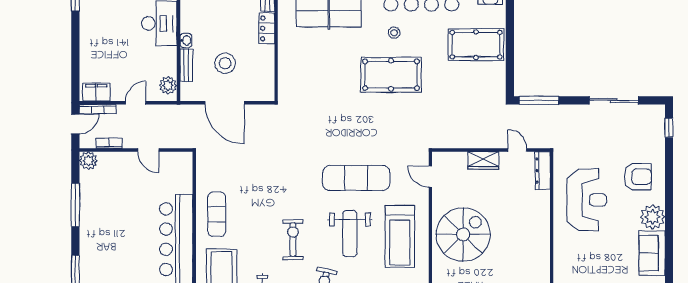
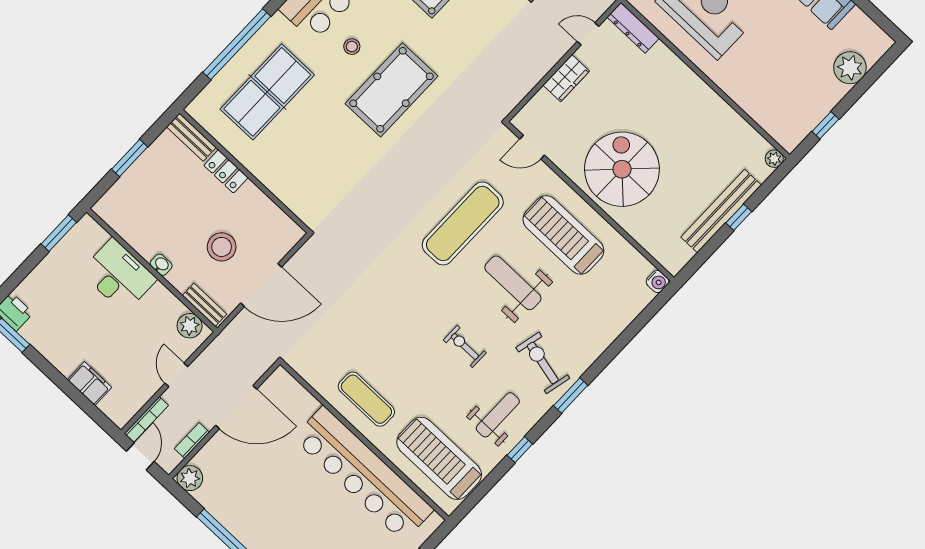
bench: (186, 65) -> (205, 305), moved
filing cabinet: (96, 92) -> (90, 384), moved, turned 90
door: (148, 150) -> (236, 407), width x1.87
weight bench: (350, 233) -> (513, 283), turned 180
treadmill: (400, 236) -> (563, 235), turned 180
exercise bike: (293, 240) -> (465, 346), width x0.73, depth x0.72

